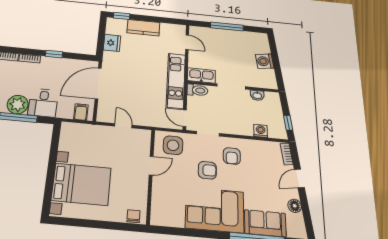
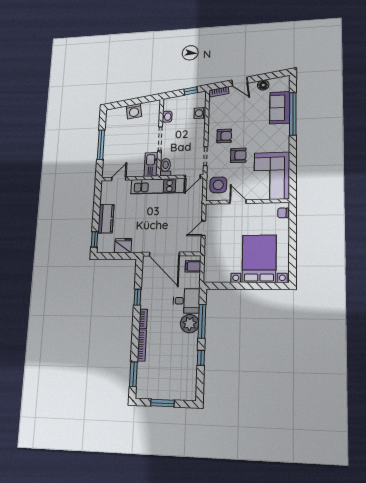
armchair: (207, 170) -> (238, 155), turned 90
corner sofa: (215, 210) -> (272, 176), moved

